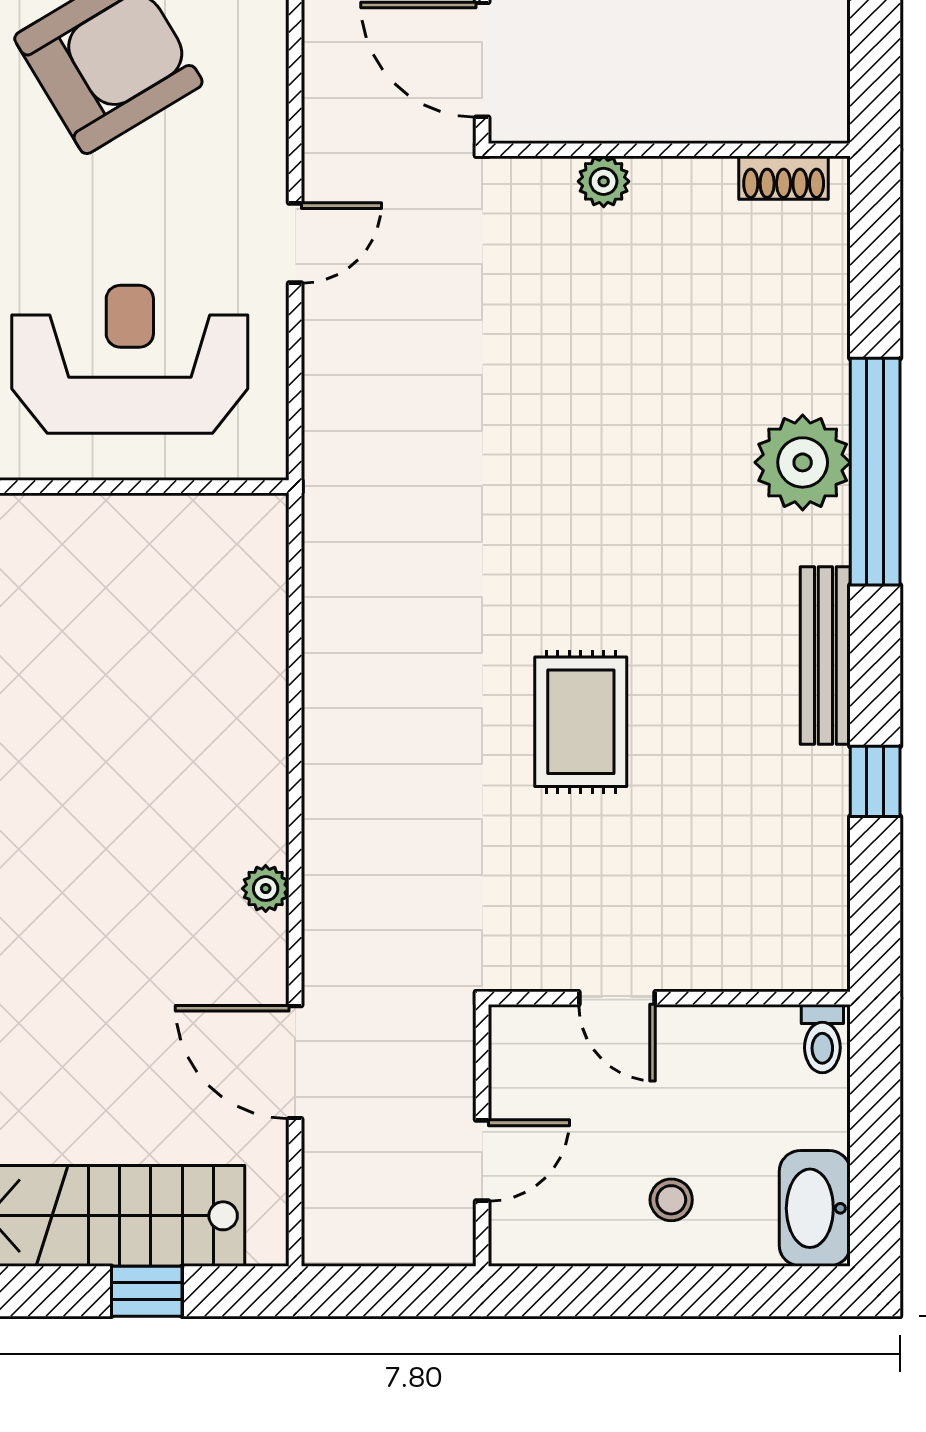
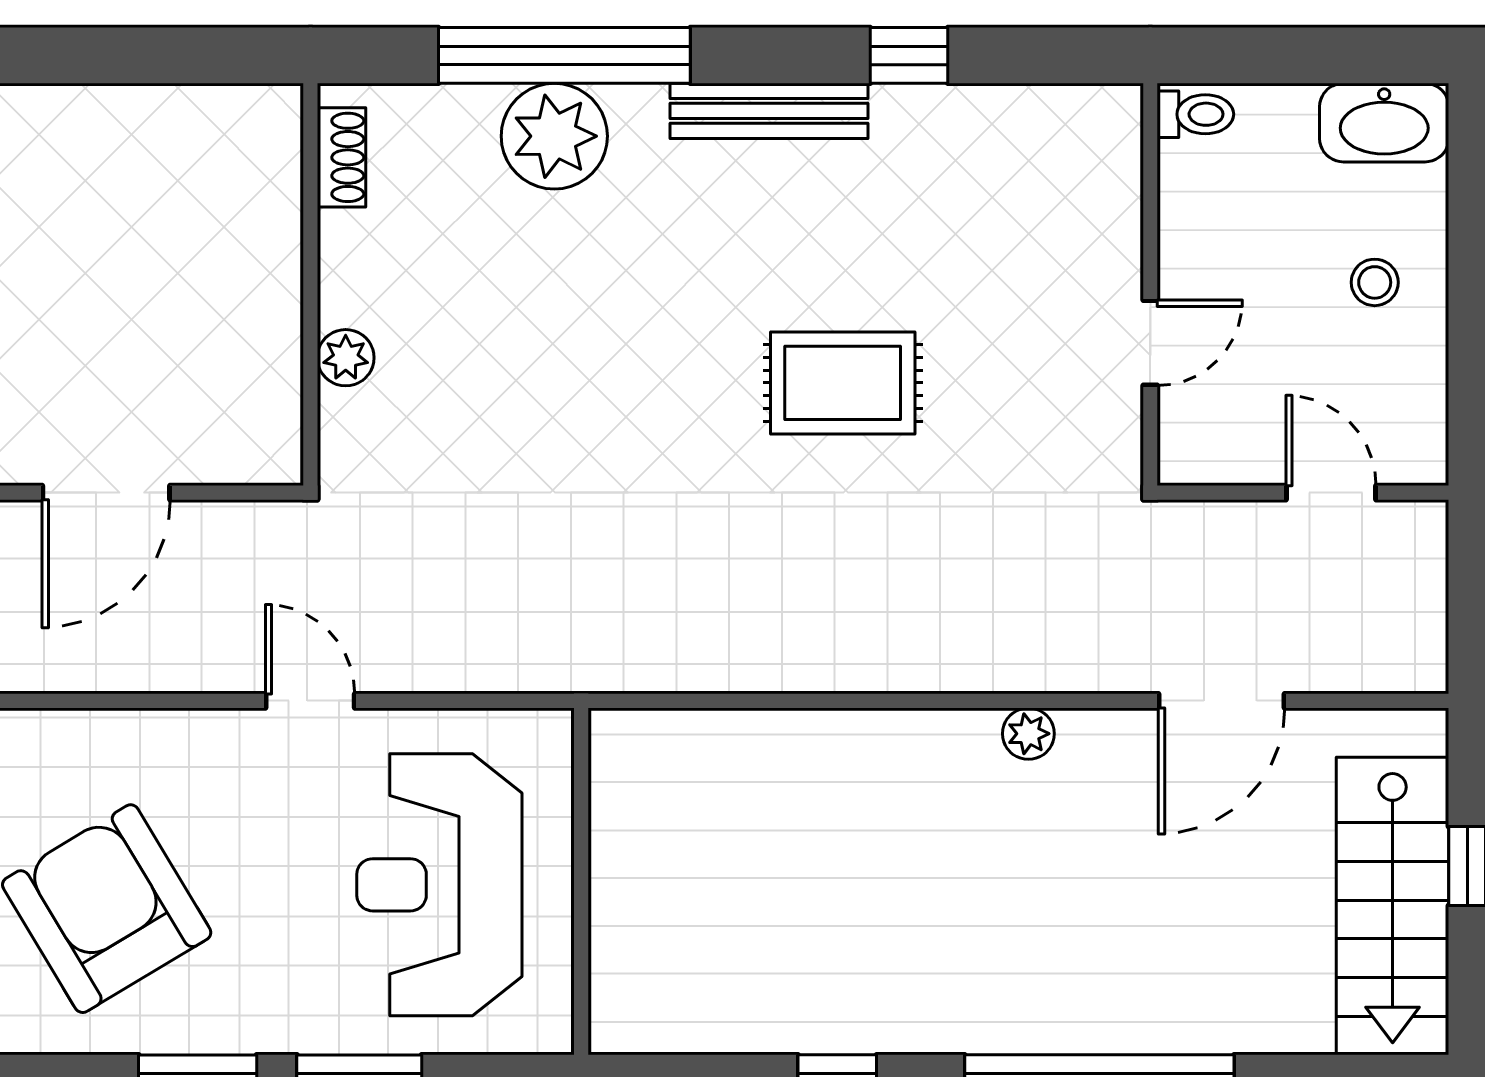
wall: (669, 150) -> (310, 284), moved
shoe rack: (784, 178) -> (342, 157), moved
plant: (604, 181) -> (346, 358), moved

